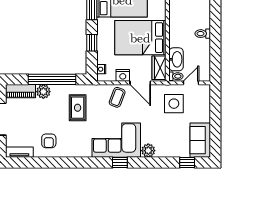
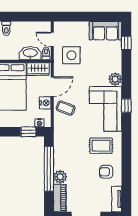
window: (92, 43) -> (28, 132), moved
rug: (78, 108) -> (101, 146), moved
armchair: (49, 141) -> (106, 172), turned 180

